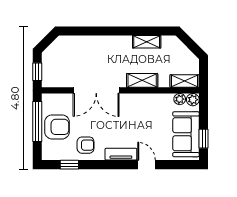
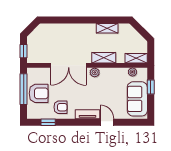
plant: (193, 100) -> (95, 72), moved
window: (204, 139) -> (151, 87), moved

